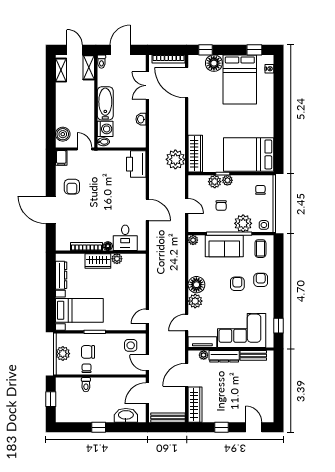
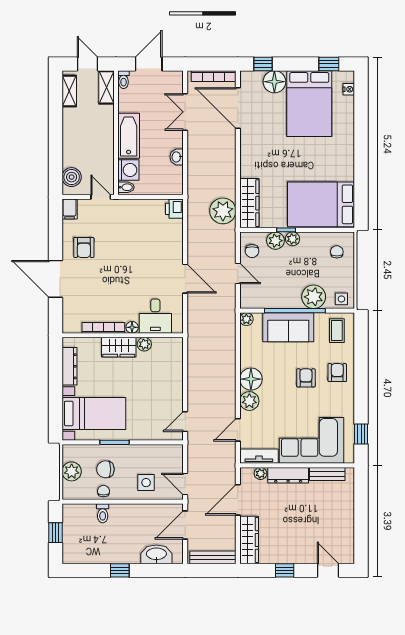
printer: (136, 164) -> (174, 209), width x0.53, depth x0.68
chair: (221, 206) -> (252, 251), moved
side table: (131, 345) -> (146, 483), moved

